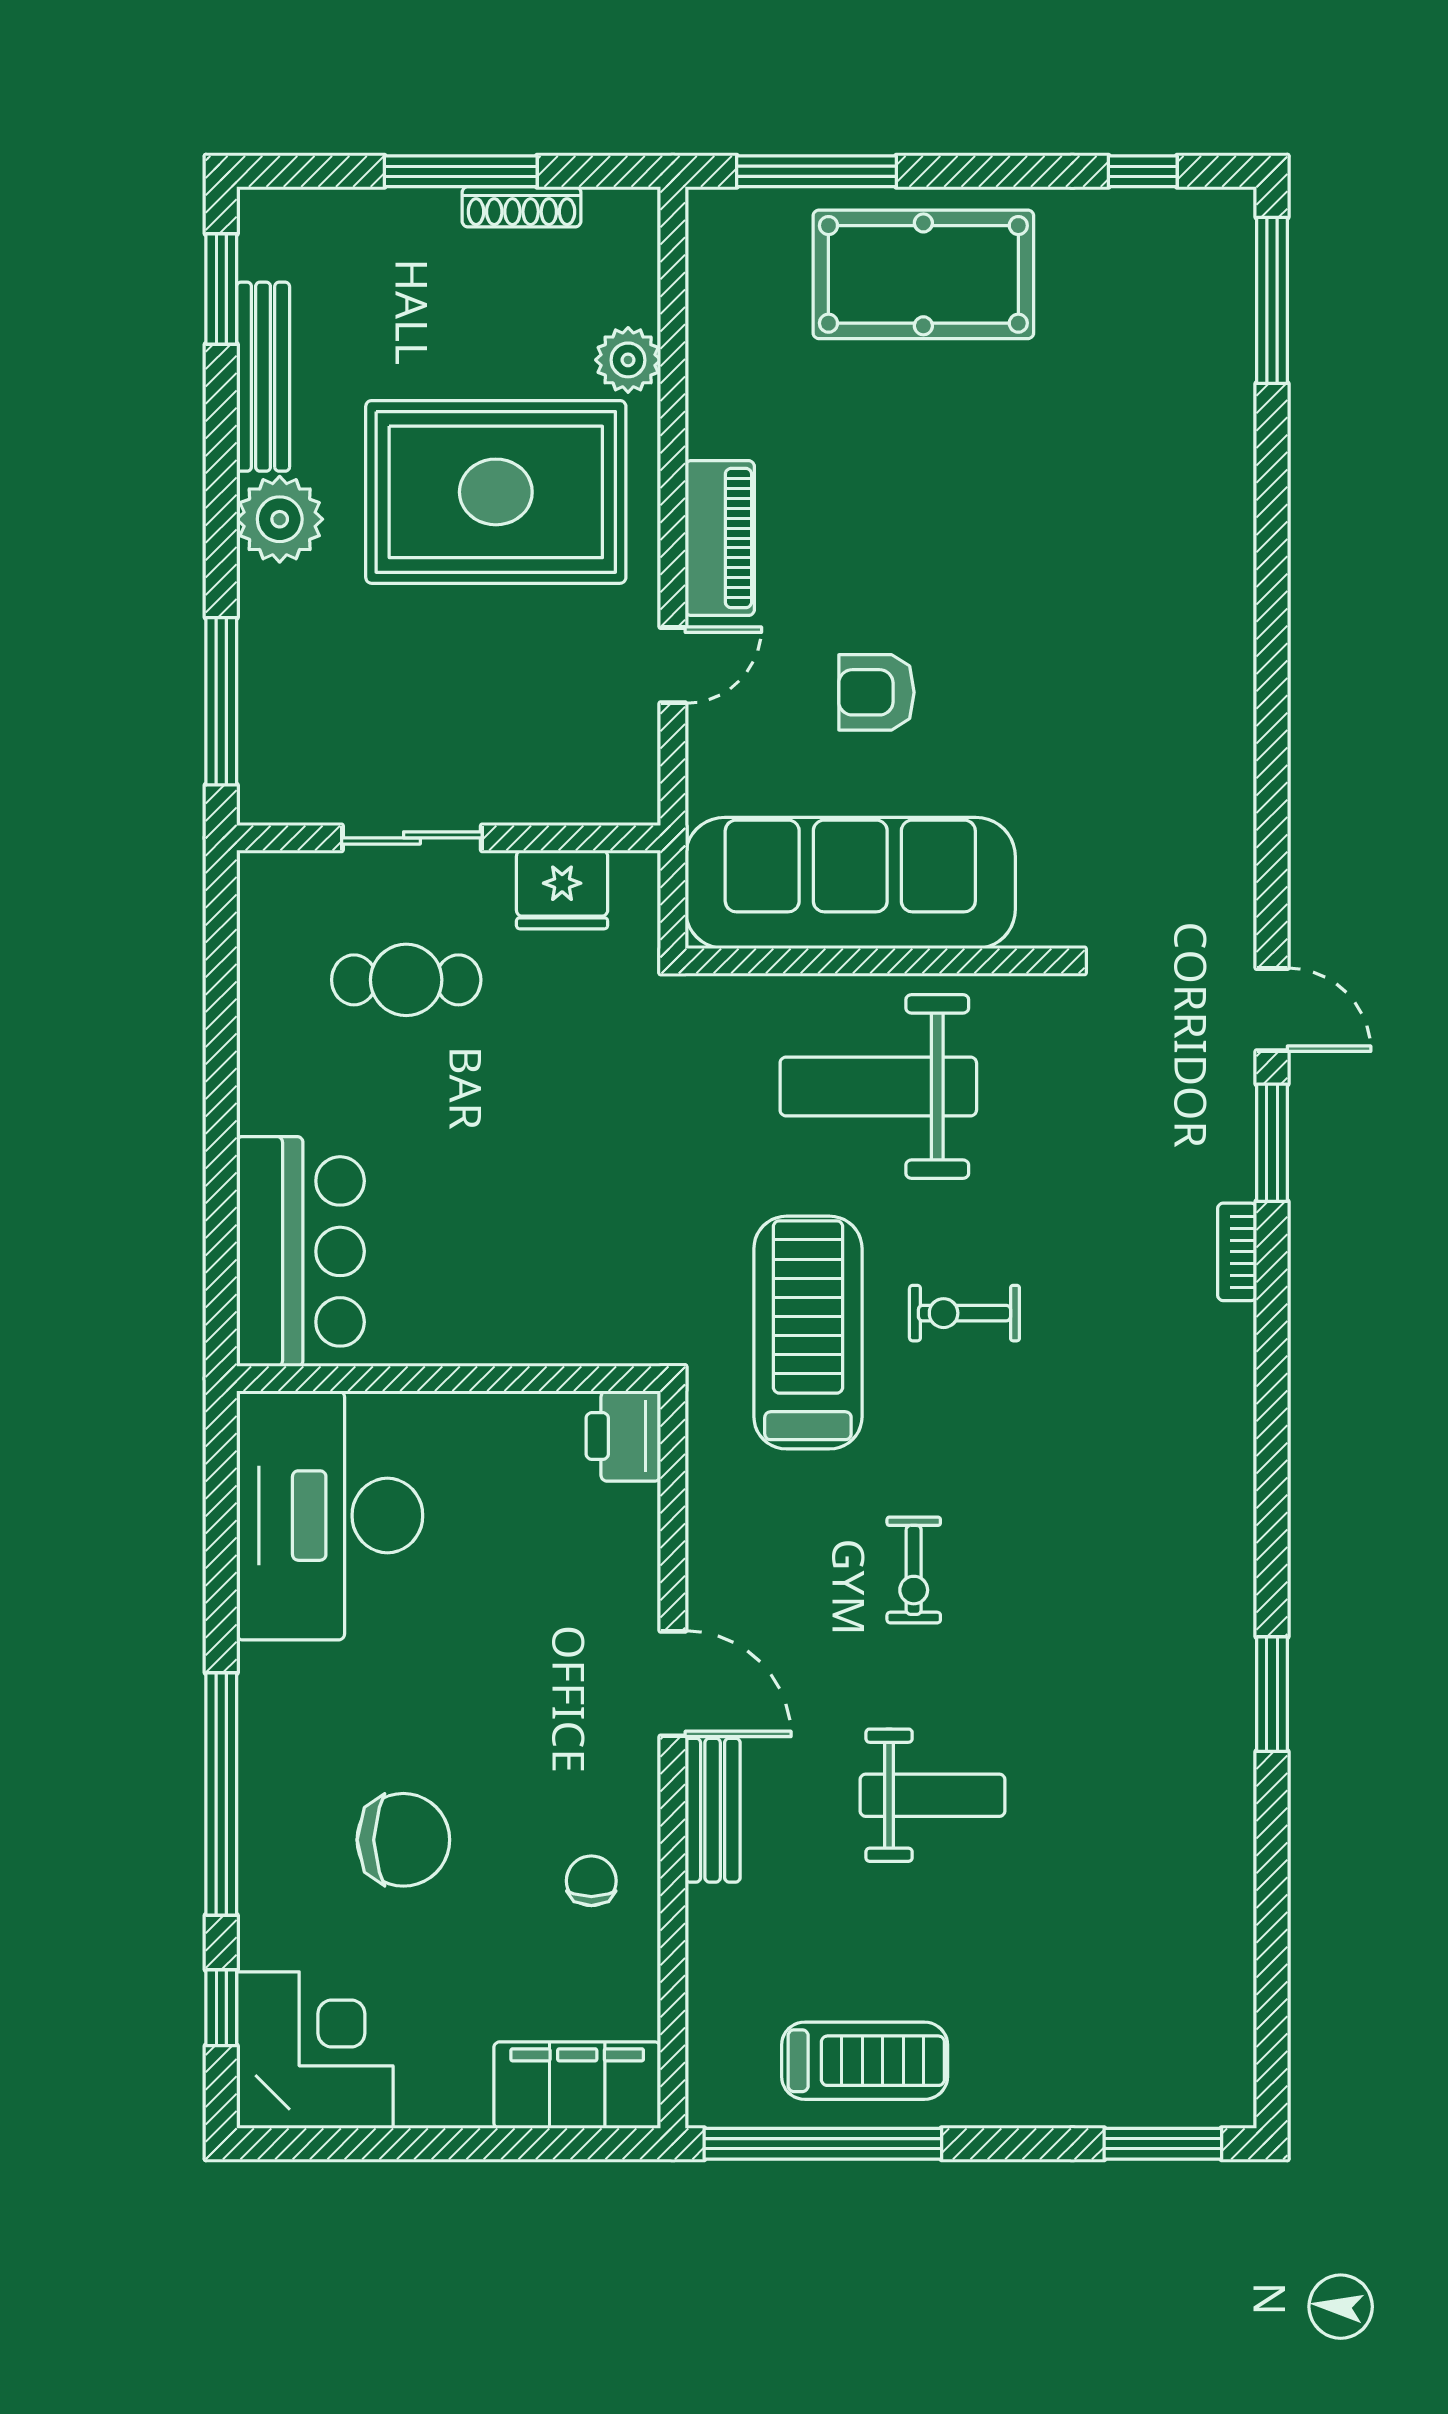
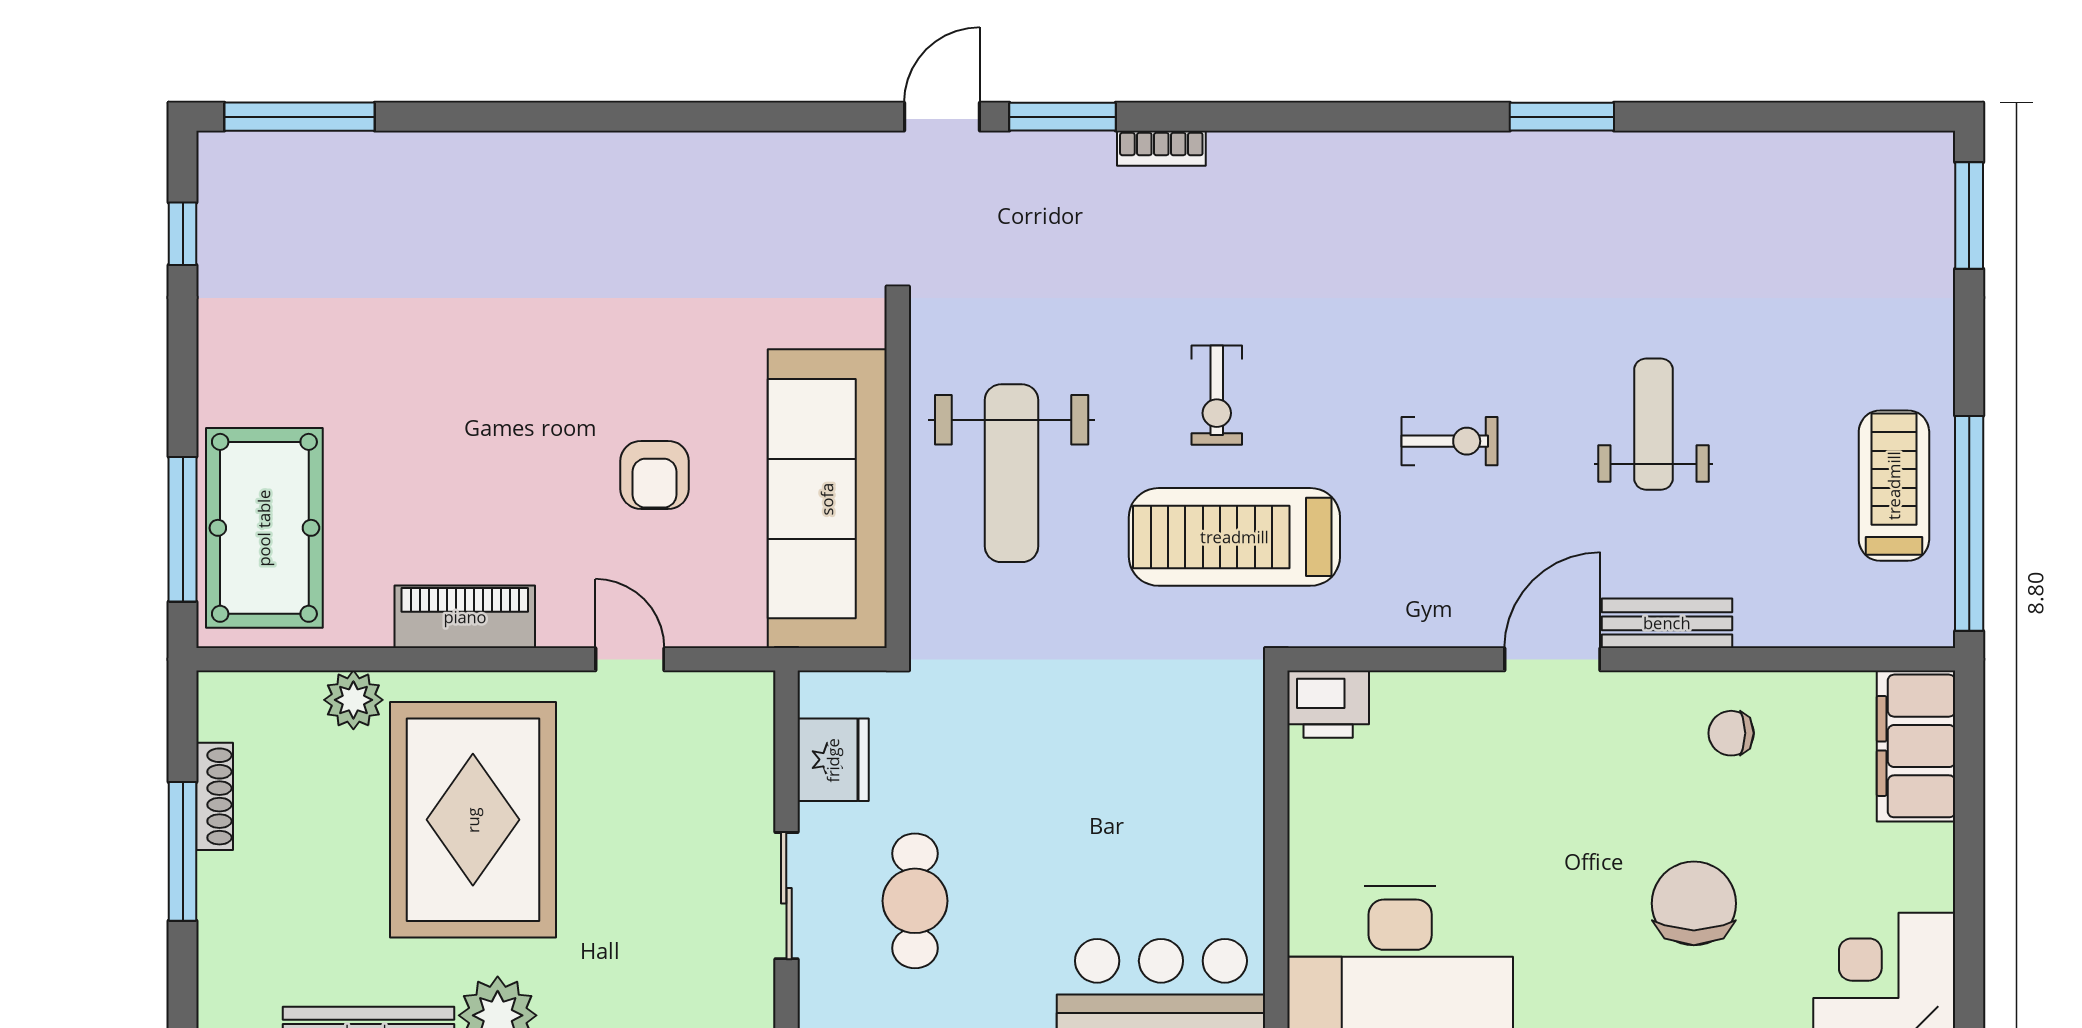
pool table: (923, 274) -> (264, 528), moved
piano: (720, 538) -> (465, 617), moved

